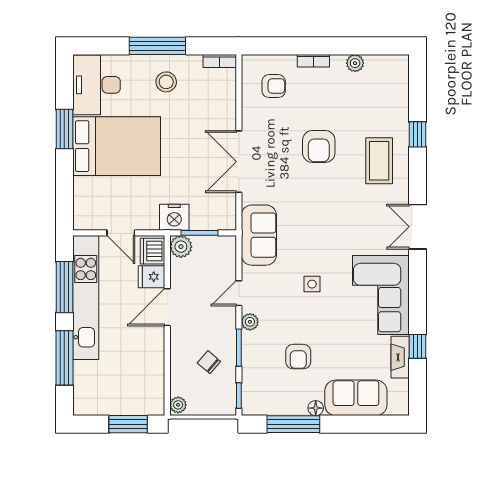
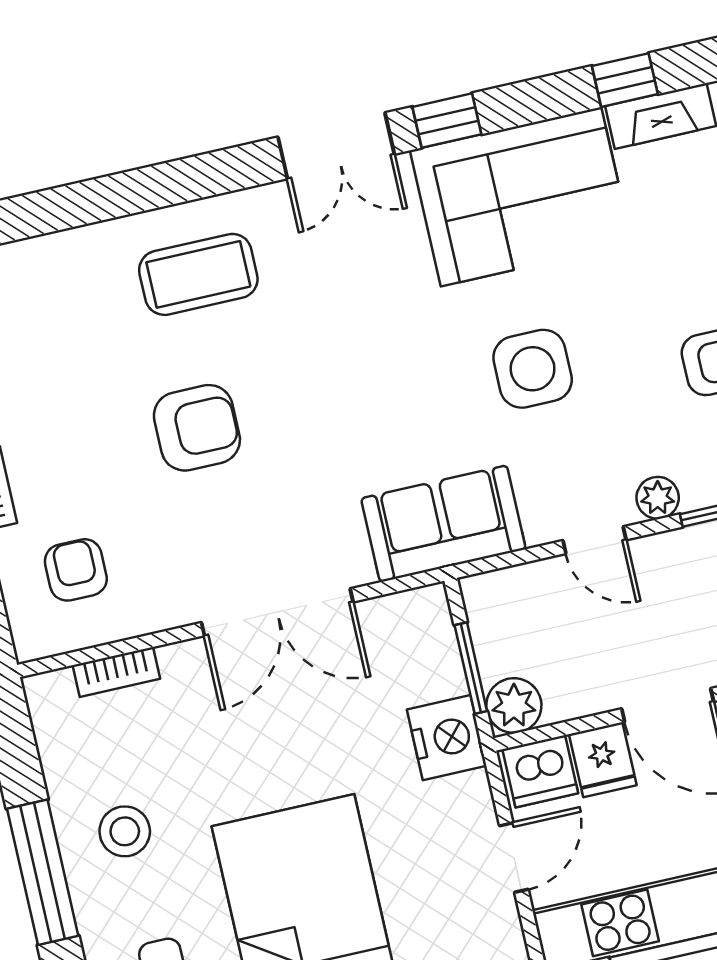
bookcase: (220, 61) -> (116, 672), moved, turned 90
window: (417, 134) -> (447, 121), moved
side table: (312, 284) -> (533, 369), width x1.87, depth x1.87

